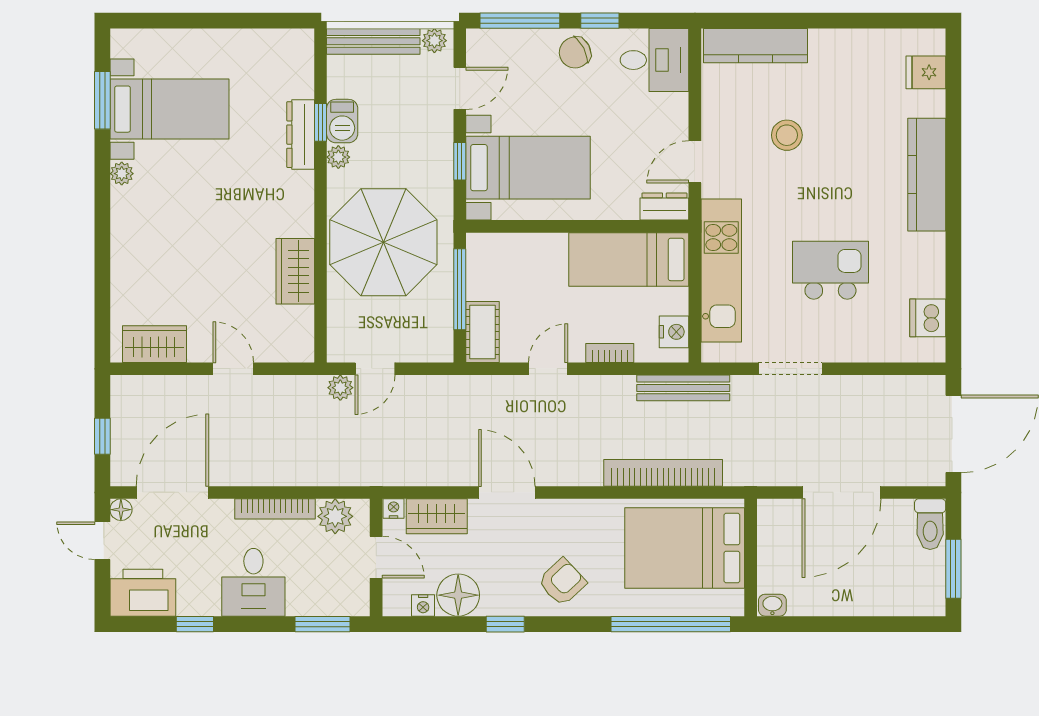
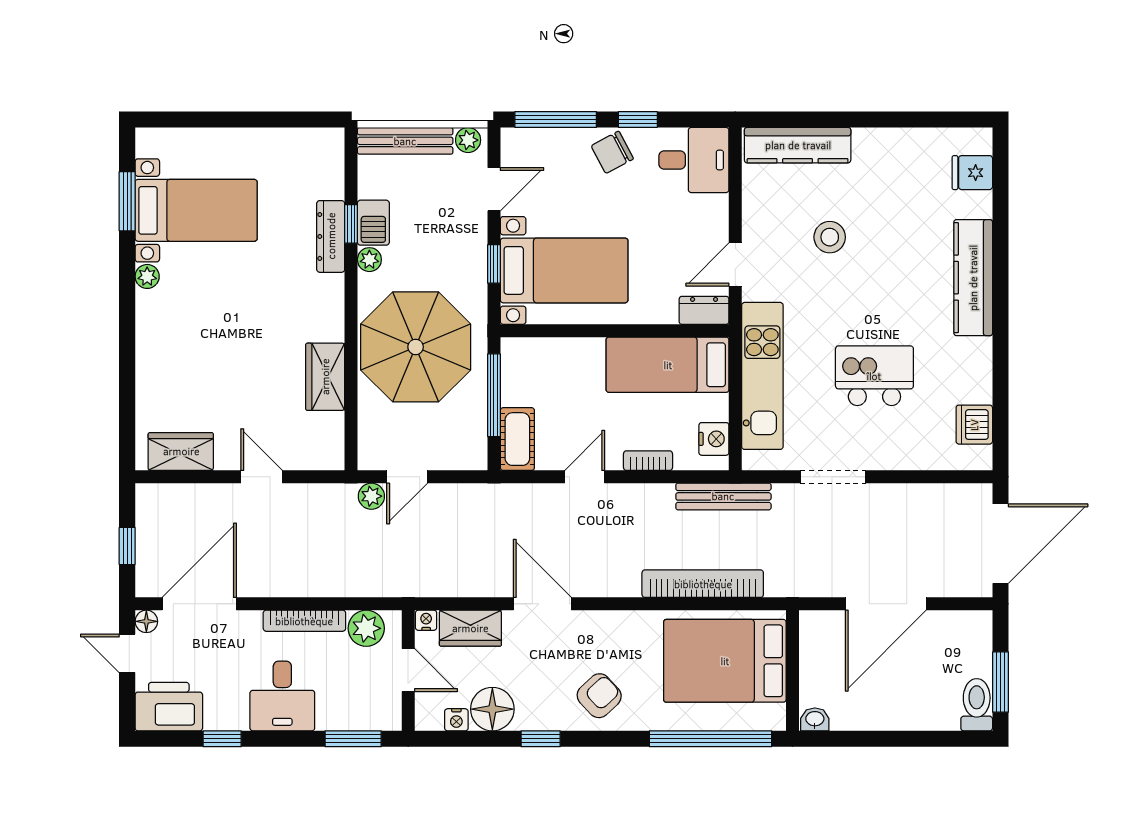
toilet: (930, 524) -> (977, 705), moved, turned 180

